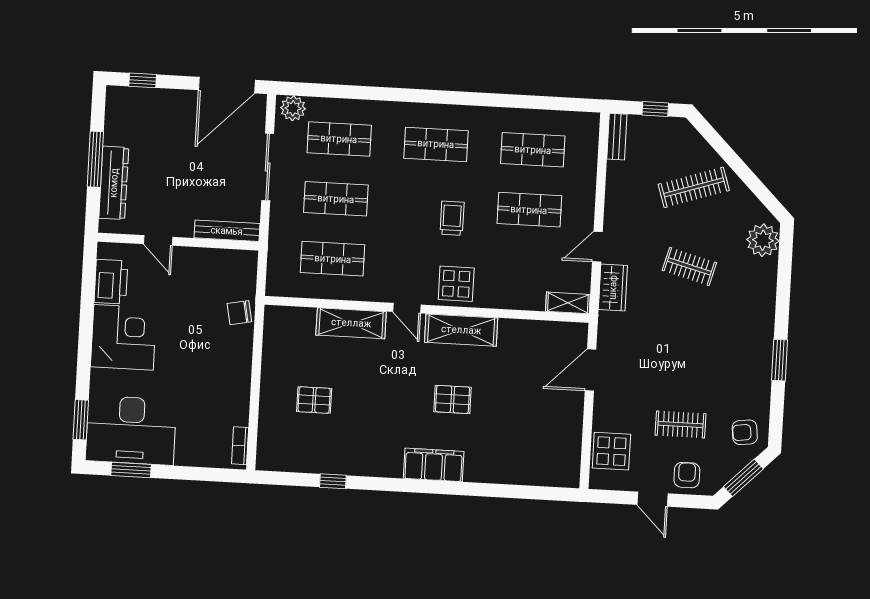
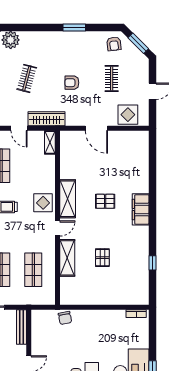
wardrobe: (613, 287) -> (46, 119), width x1.50
door: (590, 370) -> (96, 128), moved
pallet: (453, 399) -> (105, 201), turned 90
pallet: (314, 400) -> (102, 258), moved
armchair: (687, 475) -> (72, 83), moved

